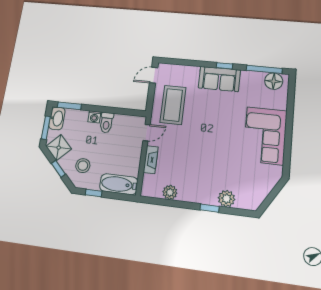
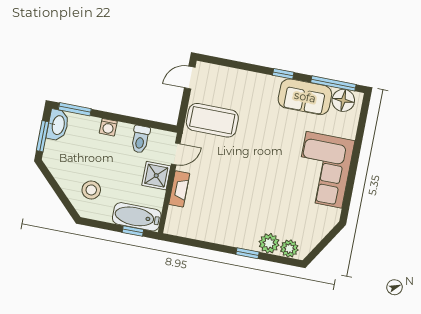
sofa: (219, 79) -> (305, 97), moved
coffee table: (173, 105) -> (212, 120), turned 90
toilet: (106, 122) -> (140, 139), moved
shower: (59, 148) -> (156, 176), moved, turned 45
window: (58, 169) -> (59, 192), removed
plant: (170, 192) -> (289, 248), moved
window: (94, 193) -> (133, 231), moved

